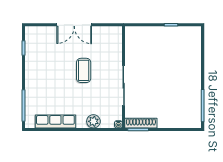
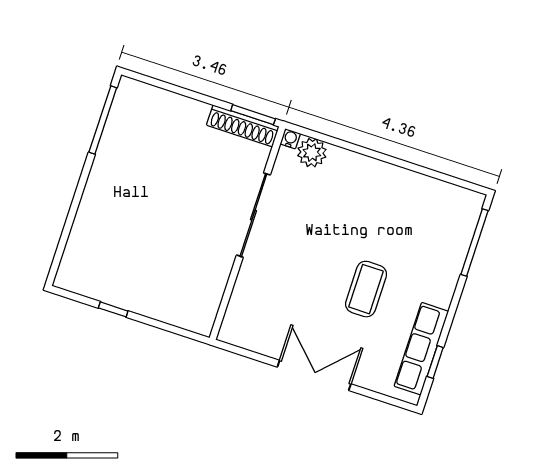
coffee table: (84, 70) -> (366, 289), moved
row of seats: (55, 121) -> (421, 349), moved, turned 90
plant: (93, 121) -> (312, 153), moved

